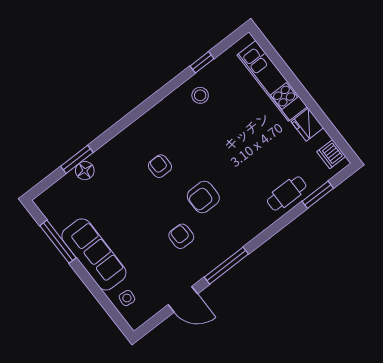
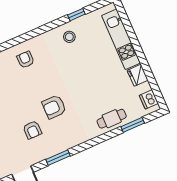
armchair: (160, 166) -> (25, 60), moved
armchair: (181, 236) -> (32, 130), turned 180
window: (226, 266) -> (58, 158), width x0.69

